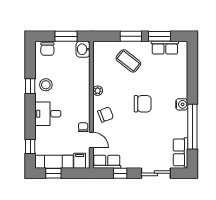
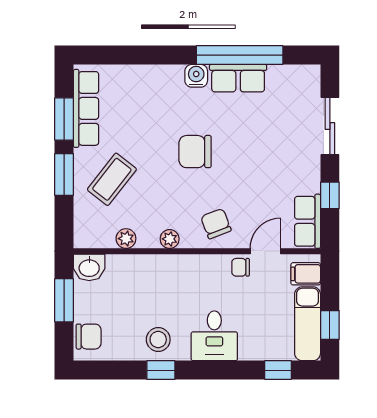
row of seats: (165, 48) -> (86, 108), width x1.48
plant: (98, 68) -> (126, 239), added
chair: (143, 104) -> (195, 152), turned -90
row of seats: (180, 152) -> (238, 78), moved

